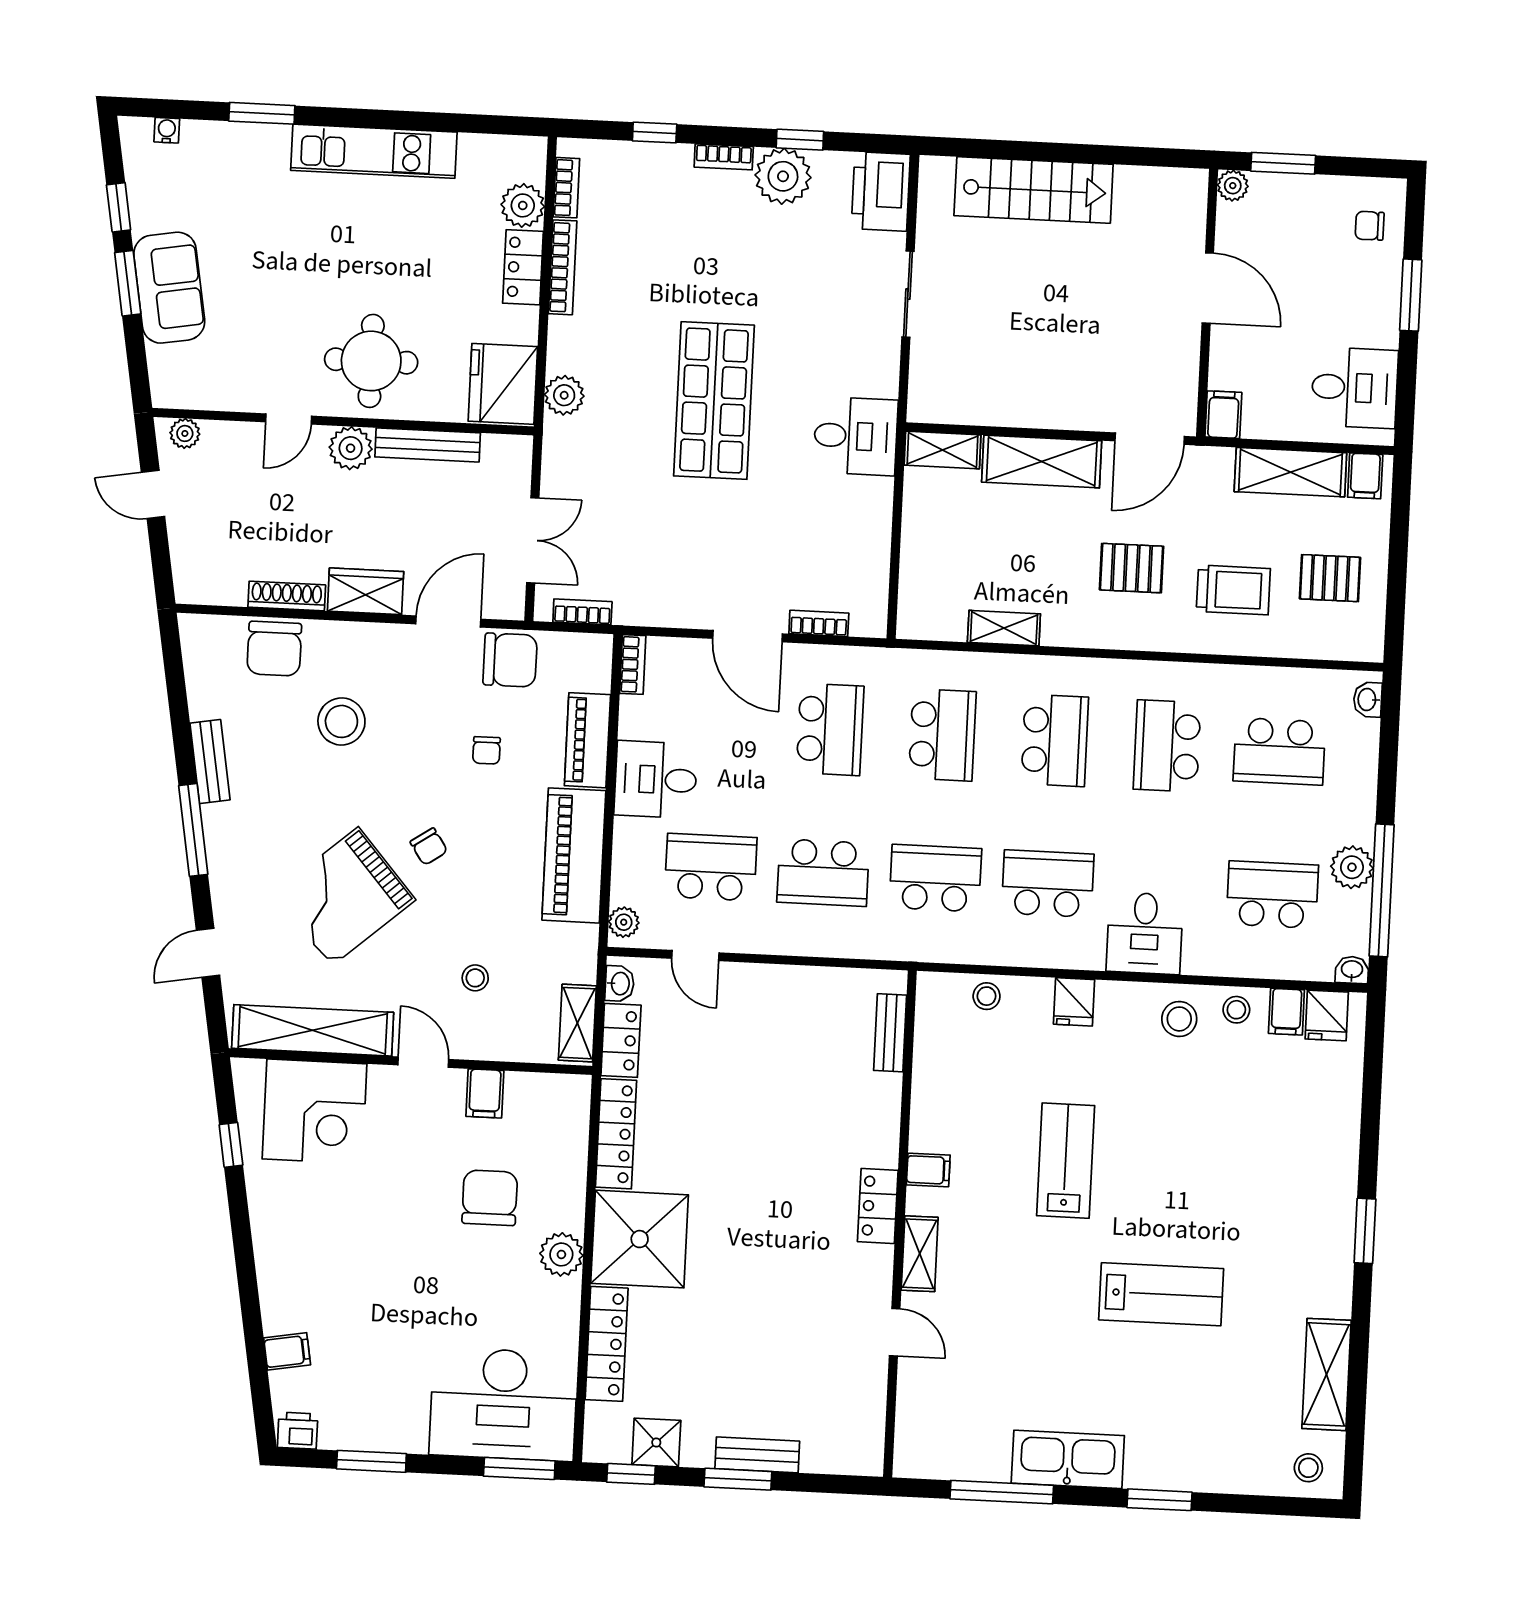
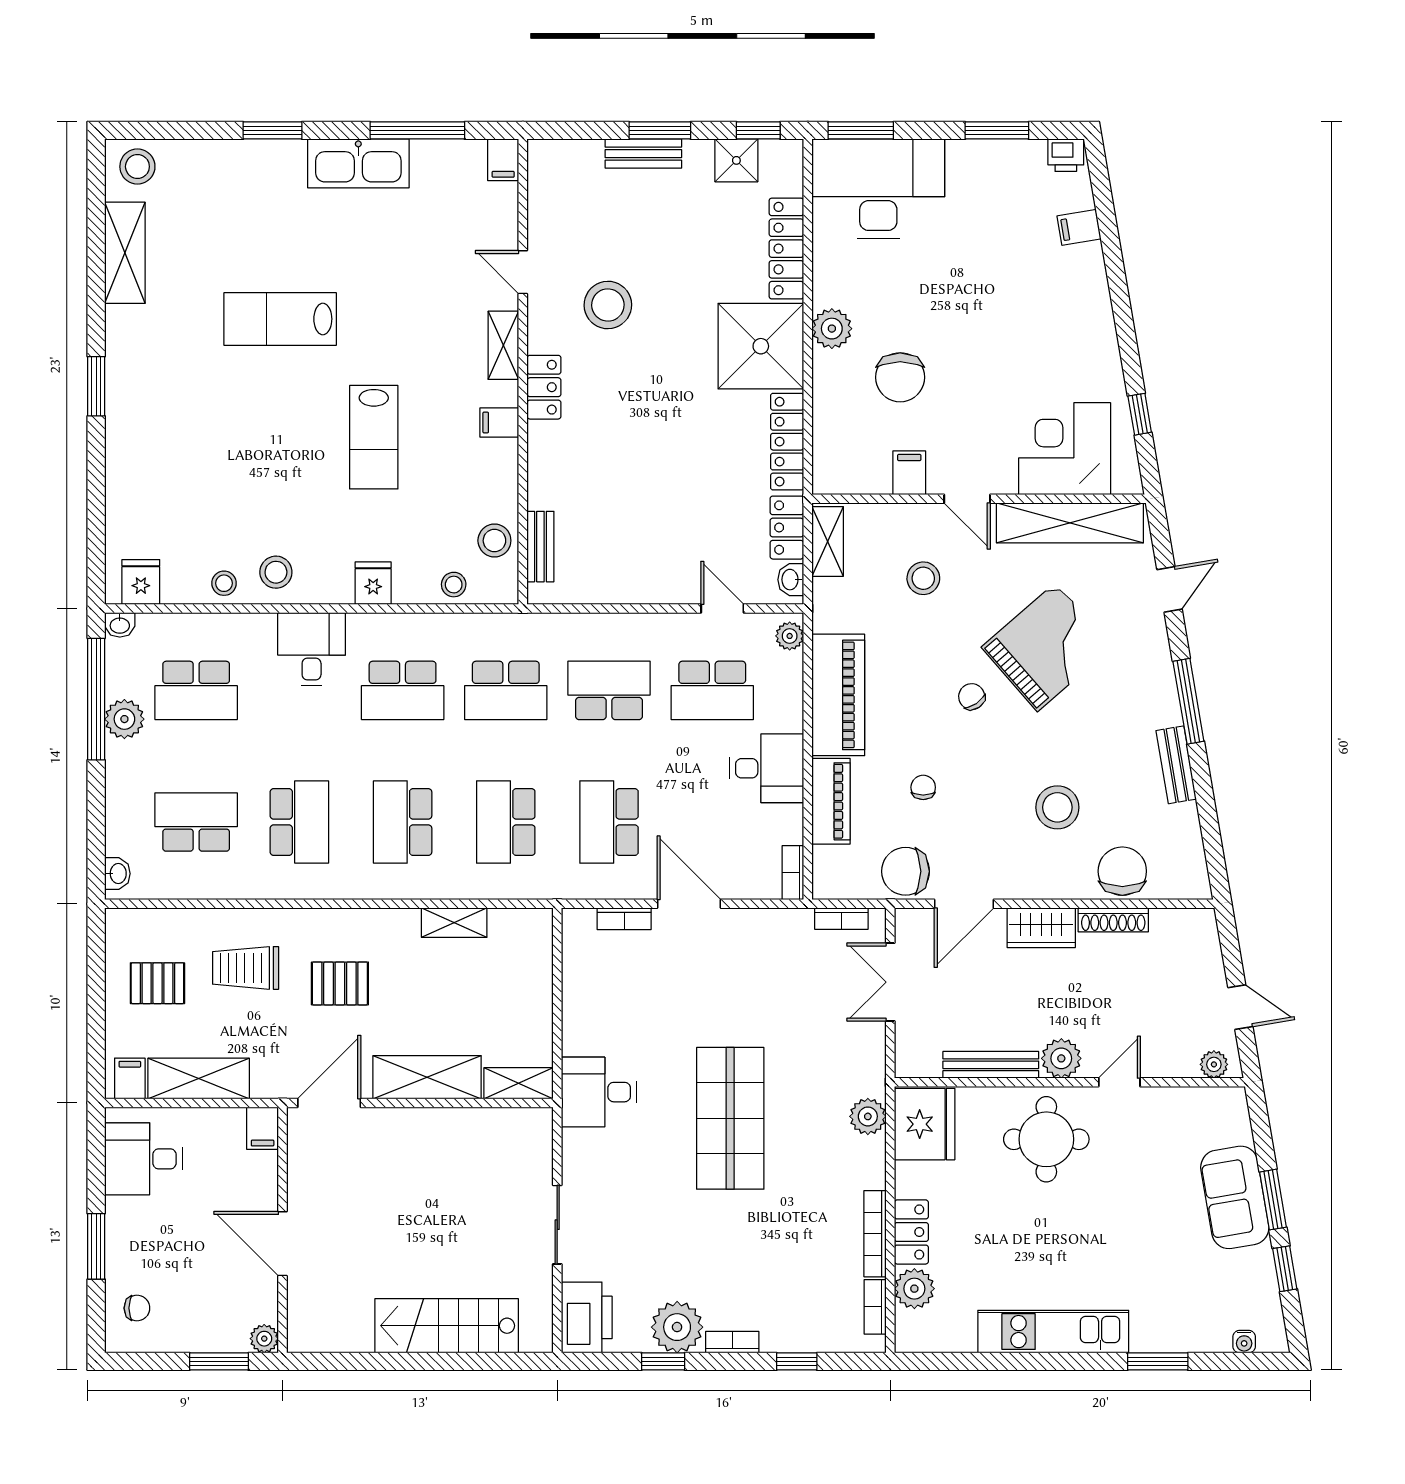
stool: (475, 978) -> (923, 578), width x1.37, depth x1.37
filing cabinet: (1286, 1012) -> (503, 160), moved, turned 180
stool: (940, 1042) -> (494, 541), added
stool: (804, 1292) -> (608, 305), added
stool: (1308, 1468) -> (137, 167), width x1.37, depth x1.37

